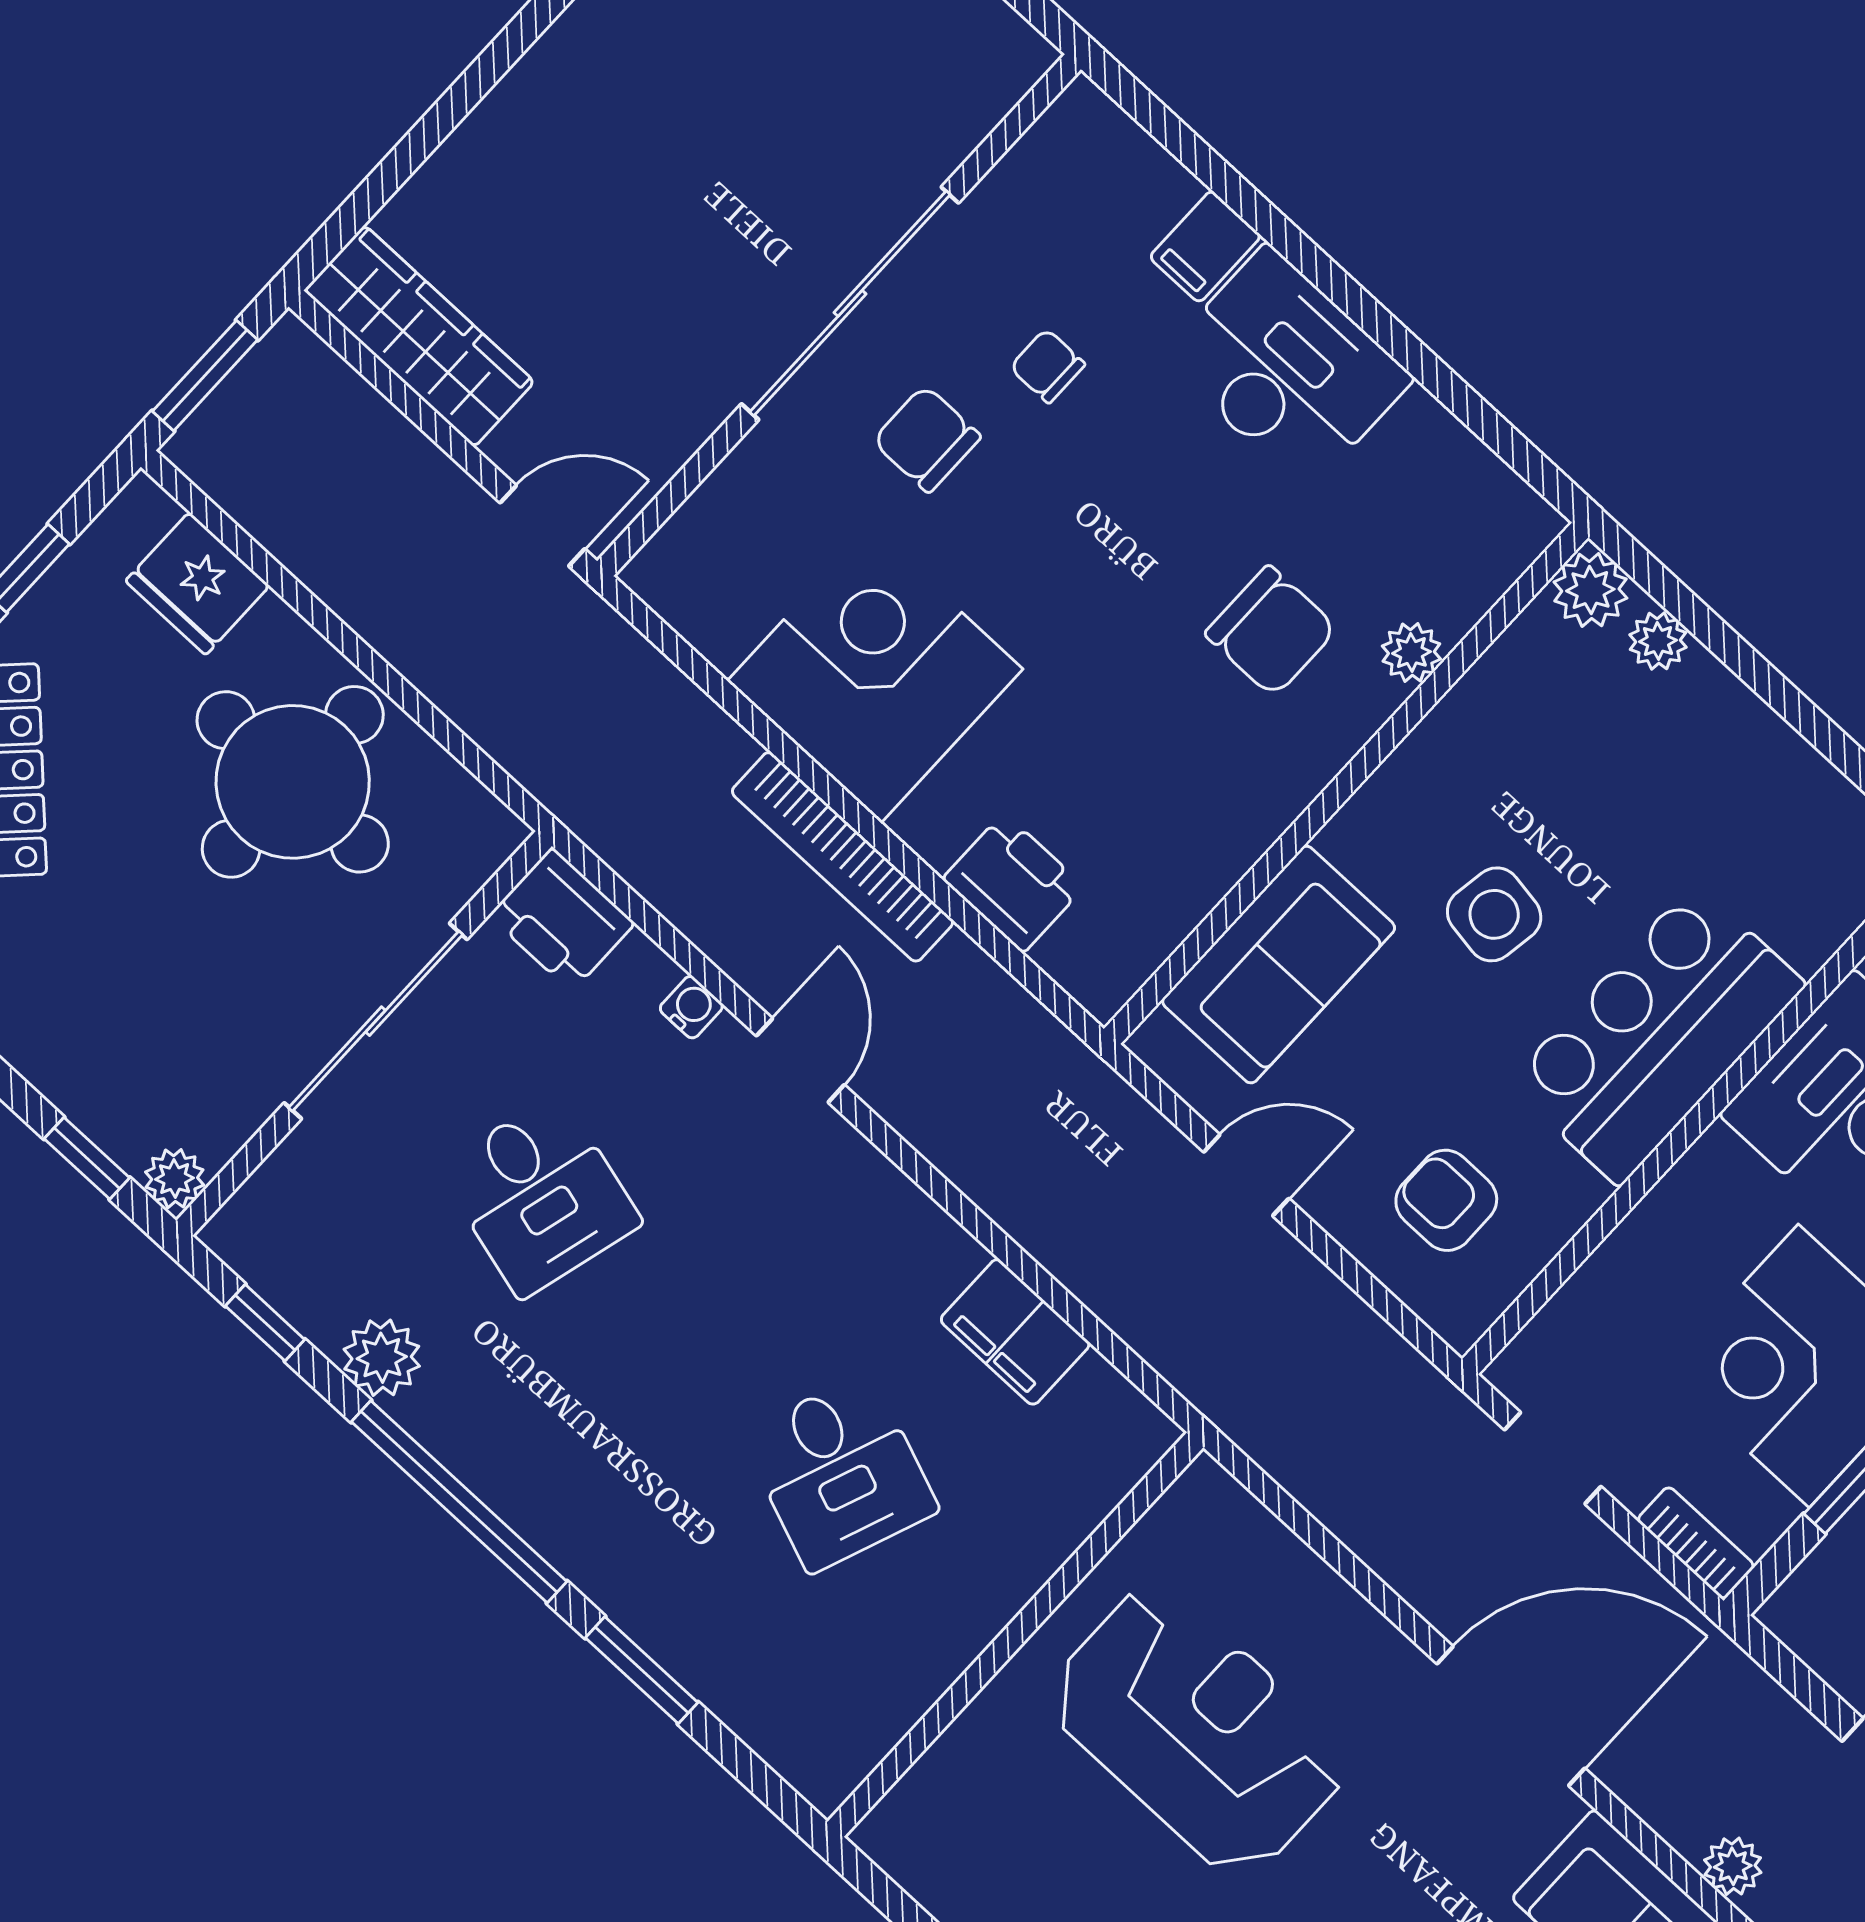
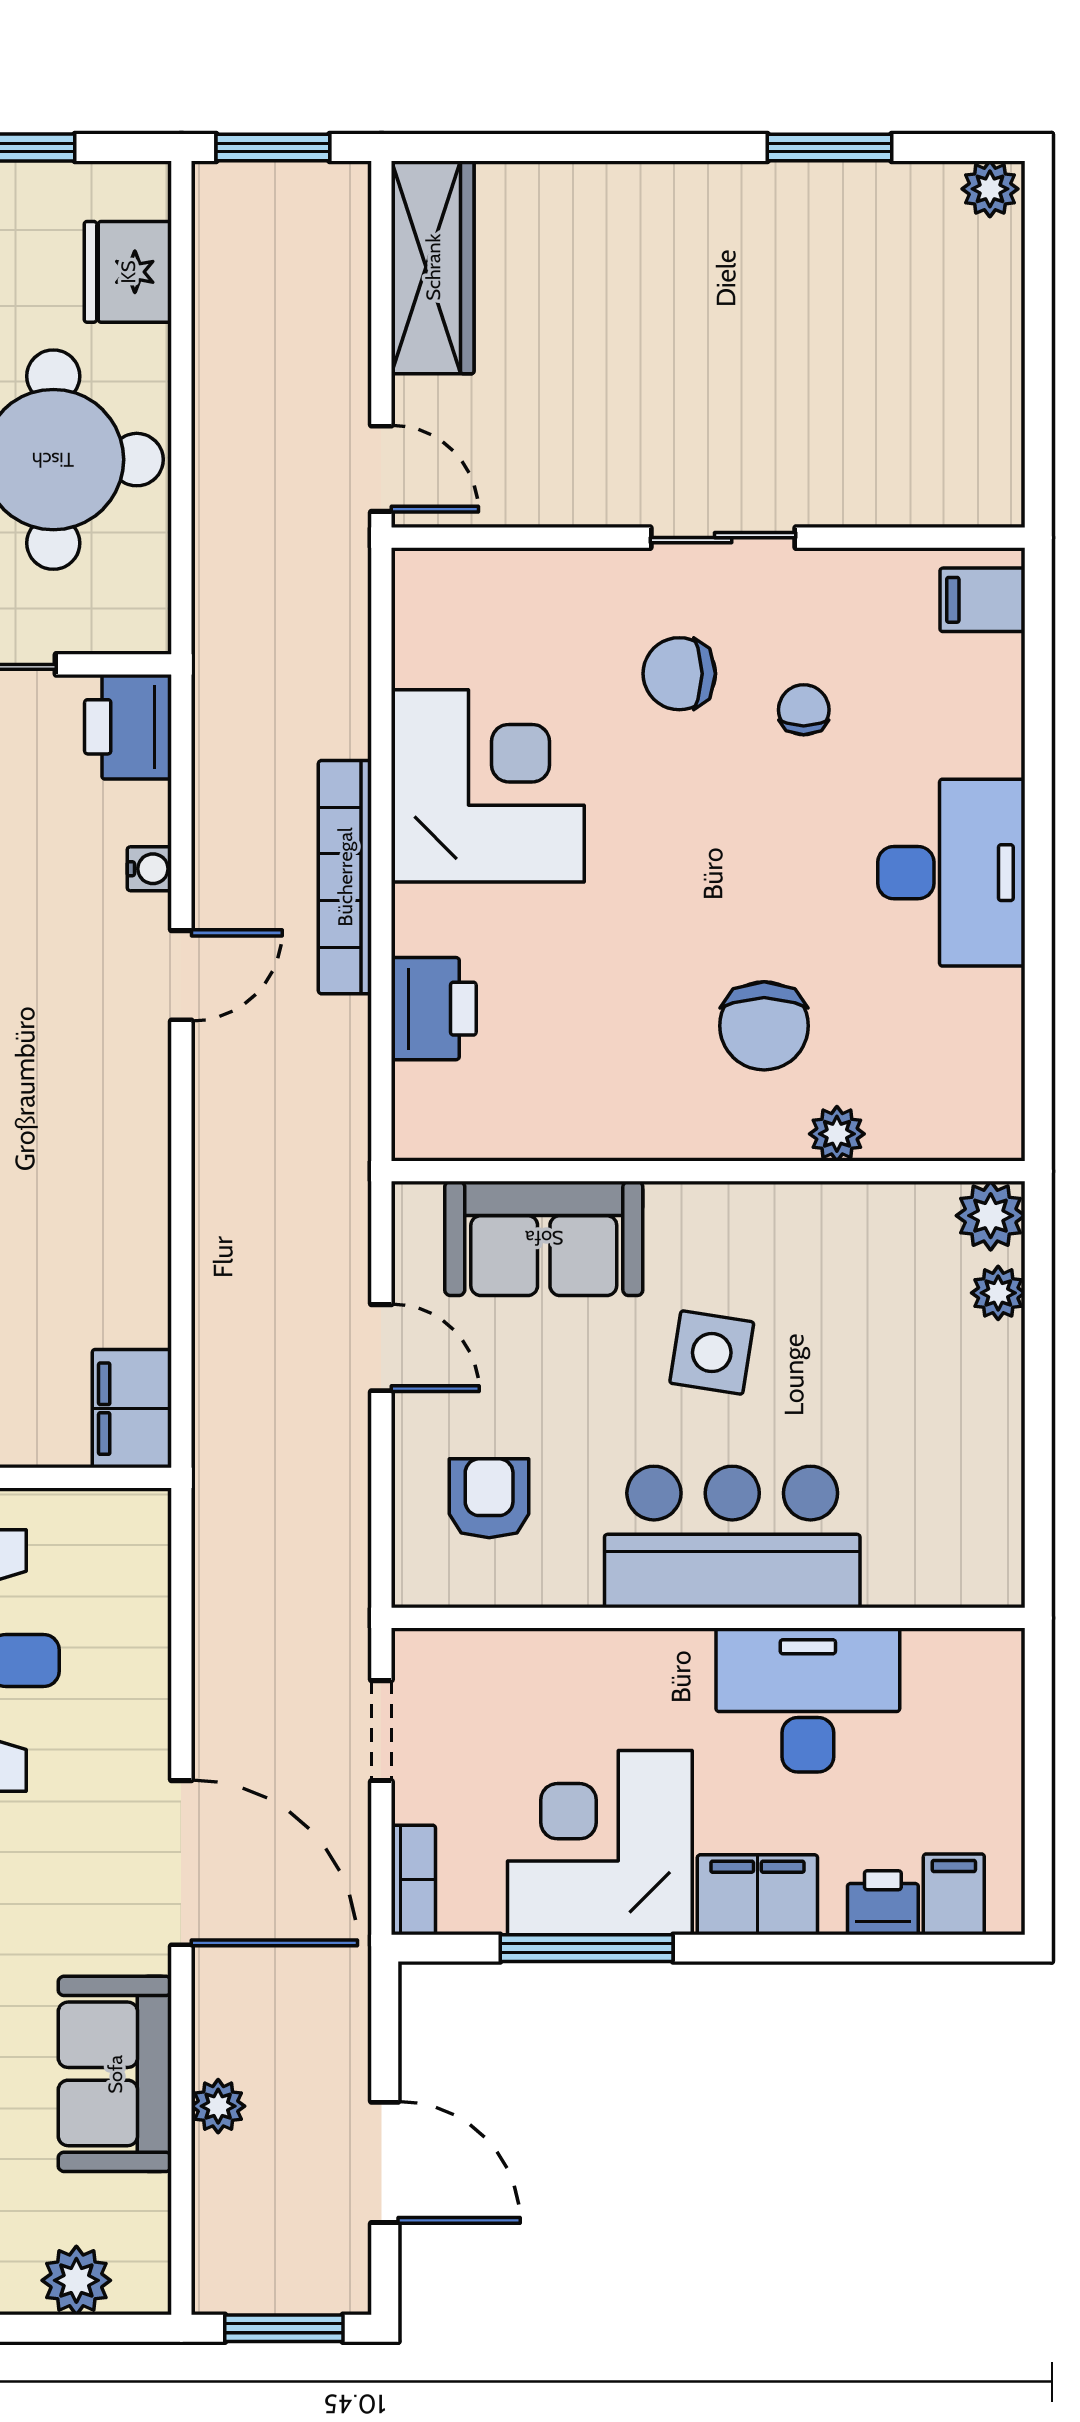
filing cabinet: (1205, 246) -> (983, 600), moved
sliding door: (850, 303) -> (723, 538), width x0.54
chair: (927, 439) -> (679, 674), turned -90
filing cabinet: (1015, 1332) -> (132, 1409), moved

